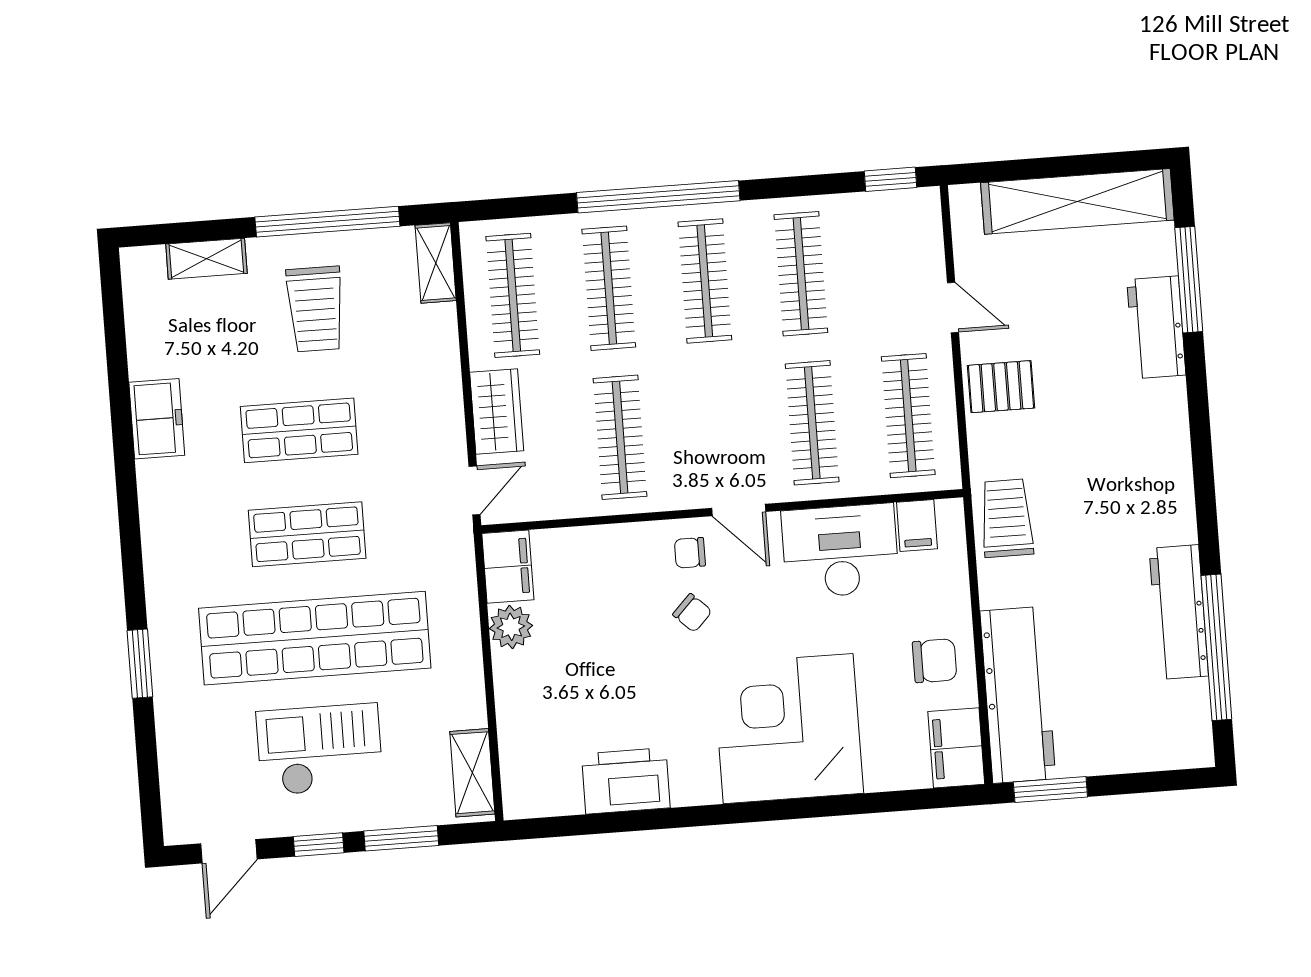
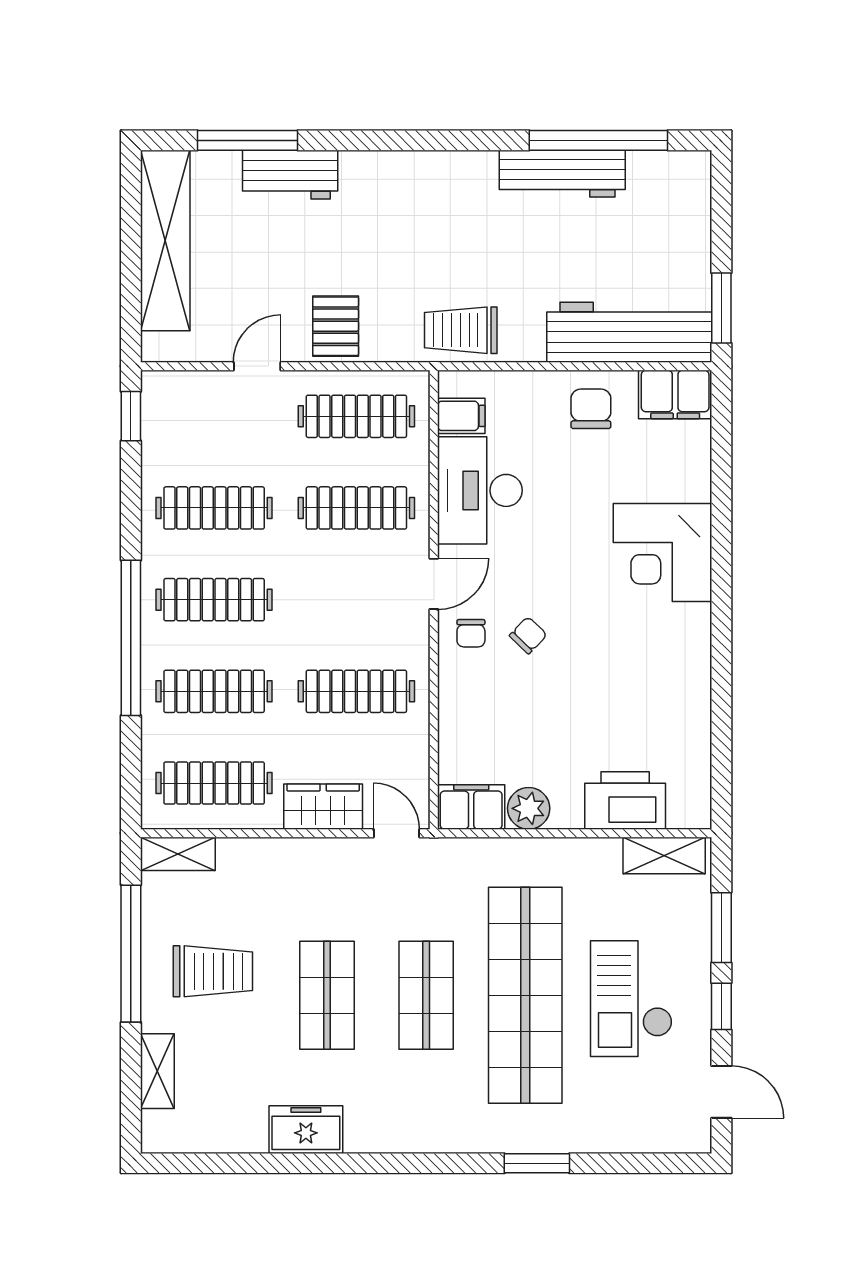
corner desk: (788, 729) -> (663, 553), width x0.74, depth x0.74
printer: (626, 781) -> (625, 800), moved, turned 90

